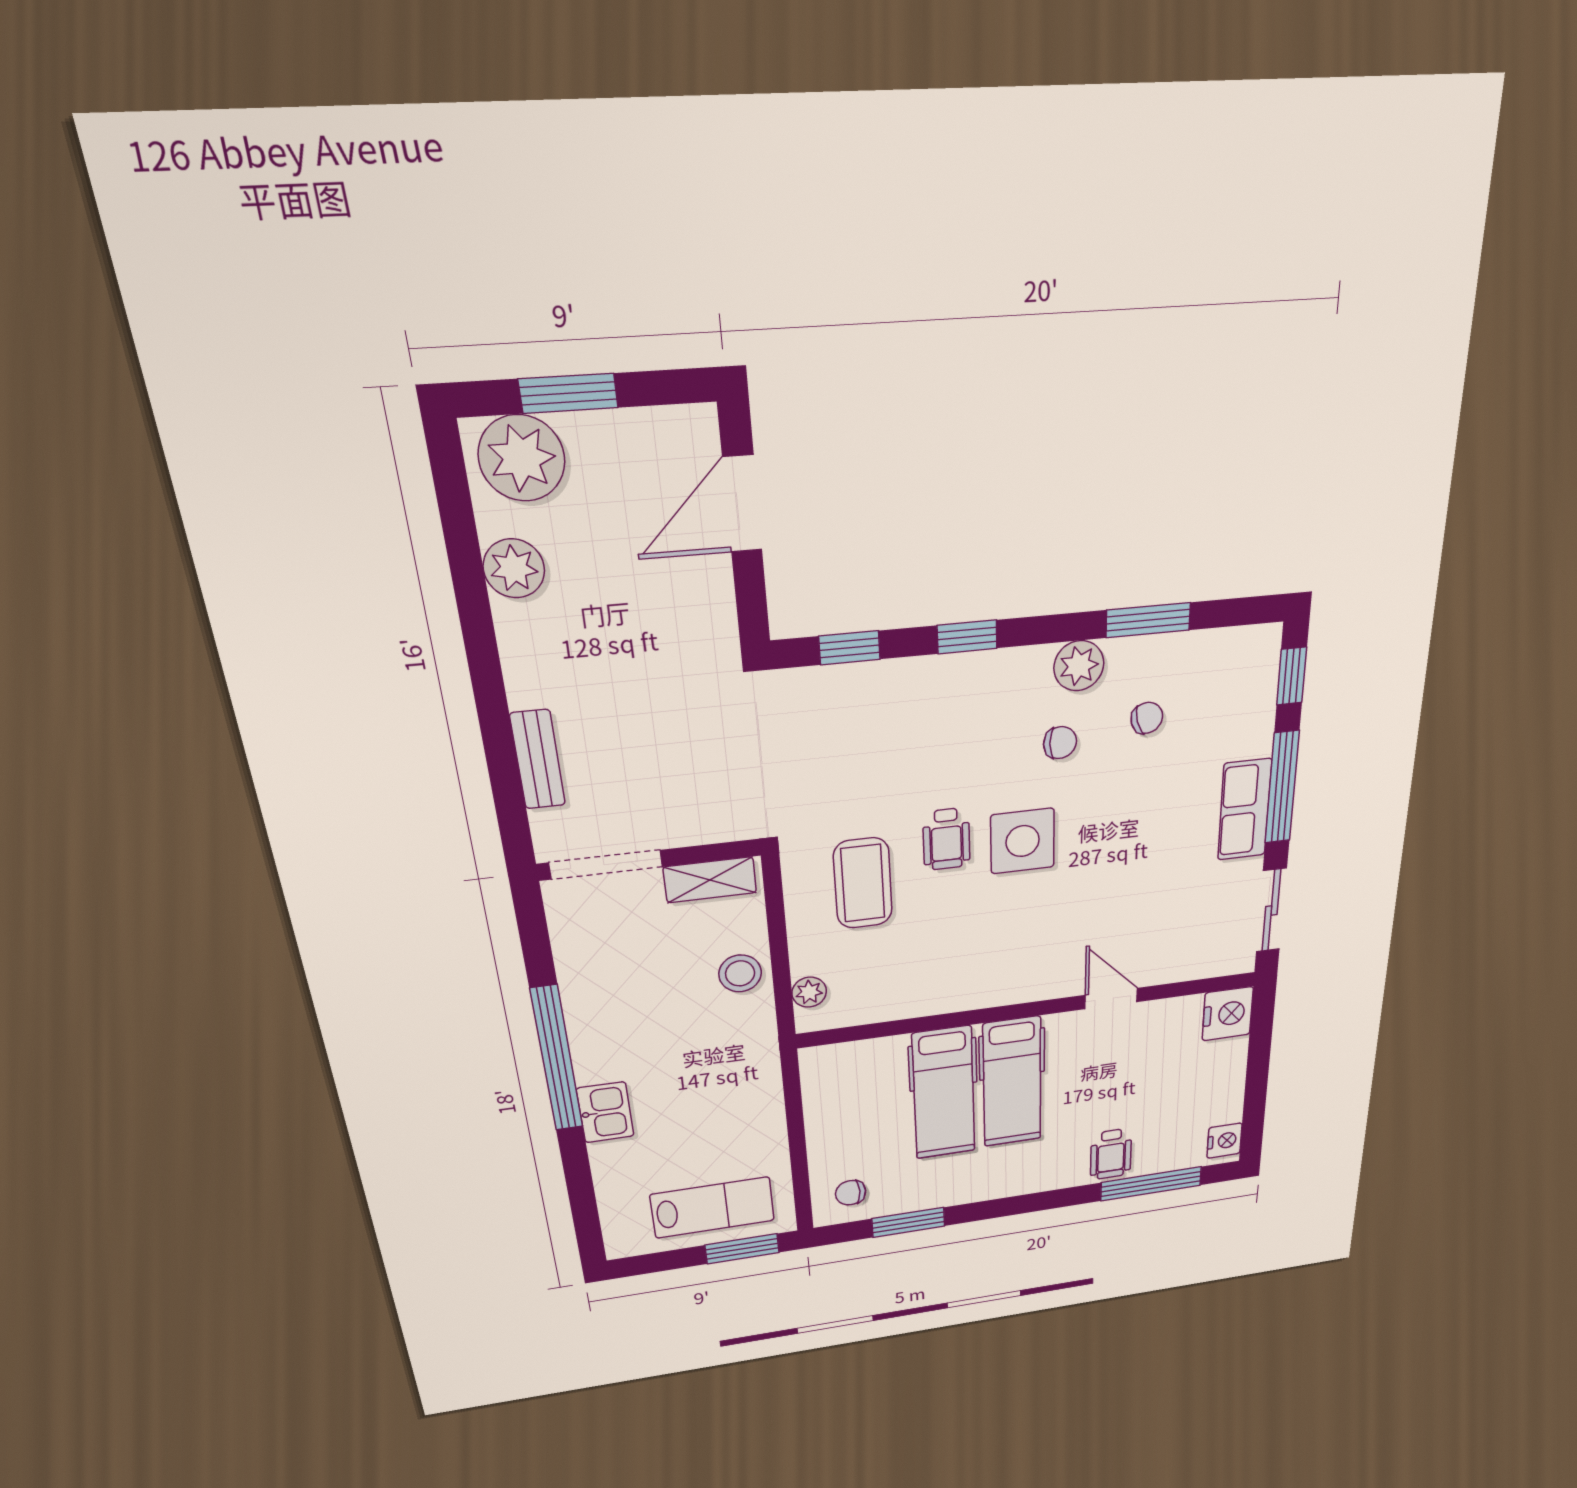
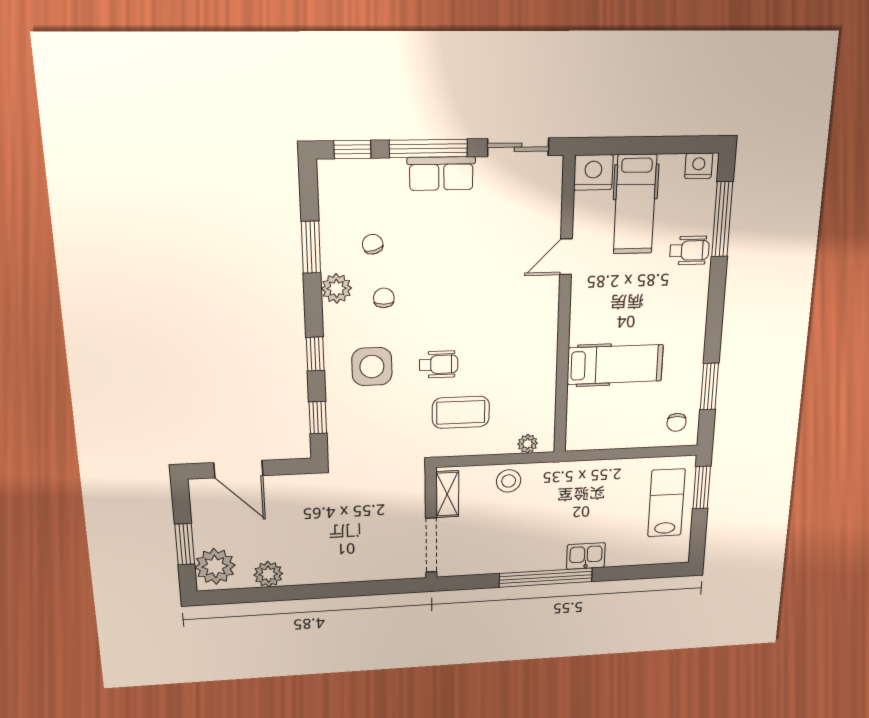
bench: (538, 760) -> (368, 572), removed
side table: (1023, 841) -> (372, 367), moved
hospital bed: (1012, 1082) -> (635, 204), moved, turned 90

